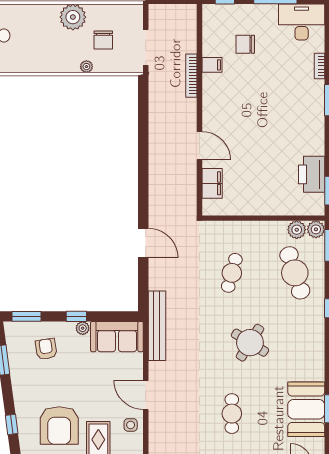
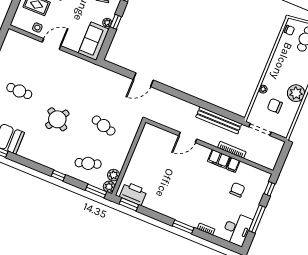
printer: (312, 174) -> (133, 194), moved
filing cabinet: (212, 183) -> (219, 159), moved
cafe table: (295, 273) -> (88, 163), width x0.73, depth x0.74
bench: (157, 326) -> (219, 120), moved

